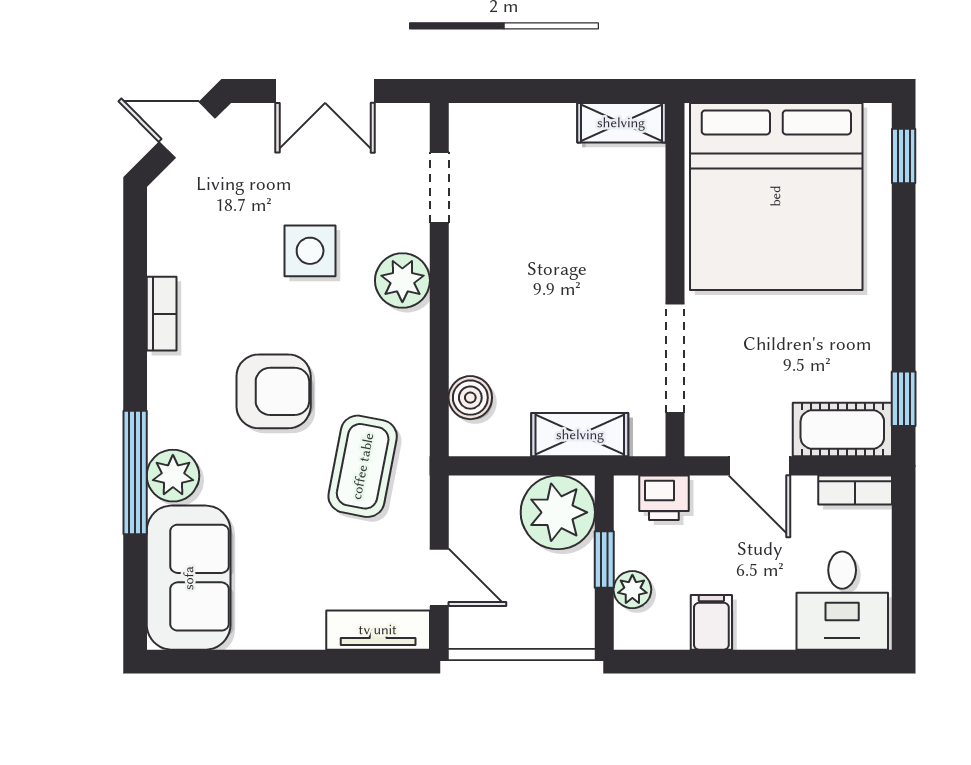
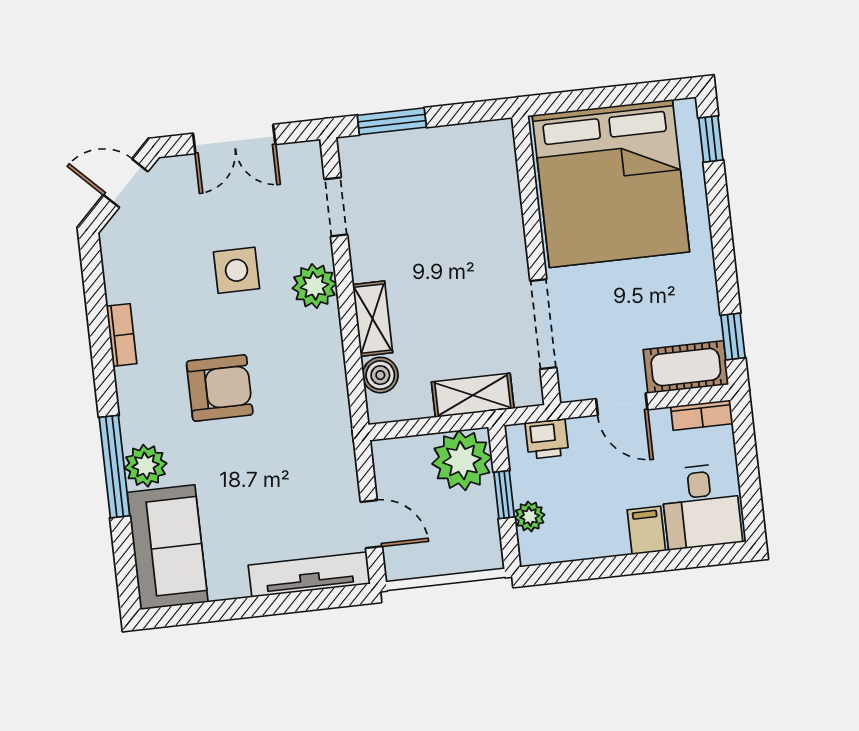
window: (519, 91) -> (392, 121), added
shelving: (621, 123) -> (373, 319), moved, turned 90
coffee table: (363, 466) -> (299, 441), removed
filing cabinet: (711, 622) -> (646, 530), moved
tv unit: (378, 630) -> (309, 574), width x1.41

